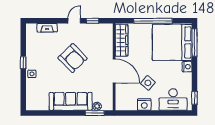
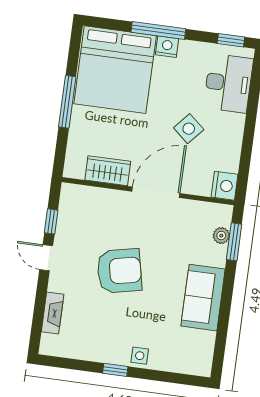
window: (153, 21) -> (67, 102), width x0.68
wardrobe: (122, 40) -> (108, 171), width x0.67
window: (195, 43) -> (158, 30), moved
armchair: (73, 58) -> (119, 271), turned 32
sofa: (71, 101) -> (203, 298), width x0.73
nightstand: (144, 105) -> (225, 186), moved

